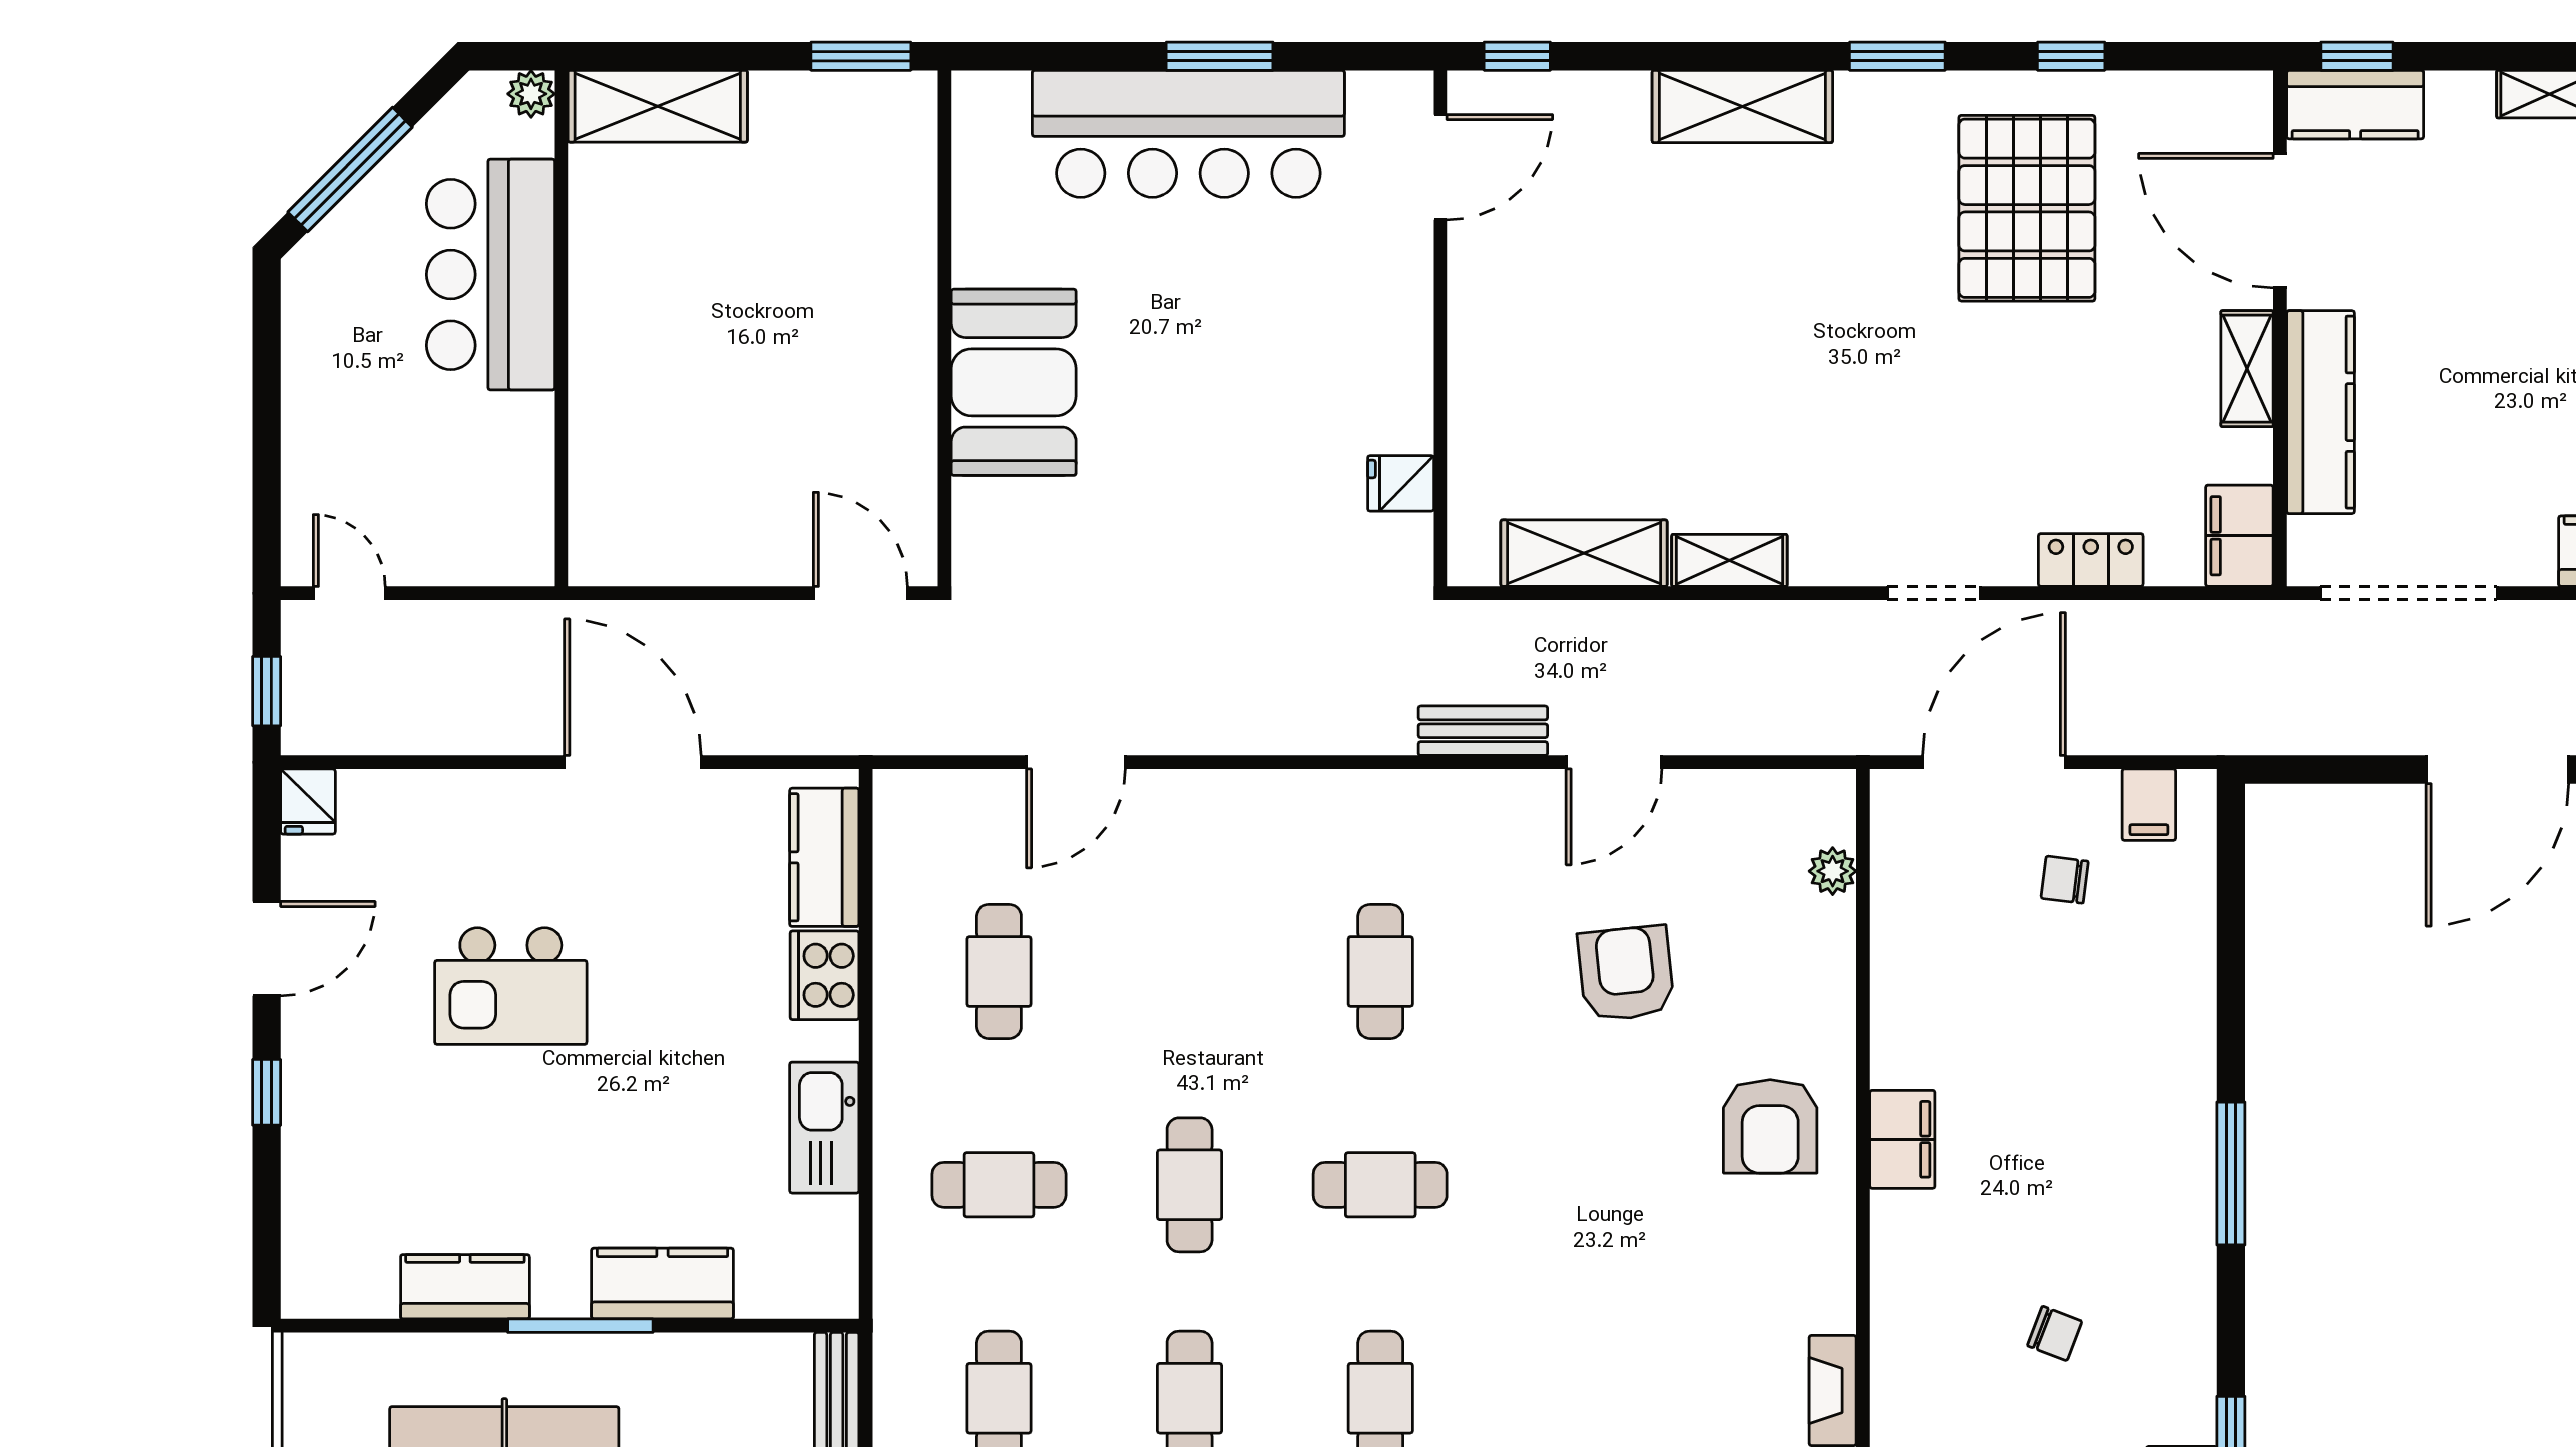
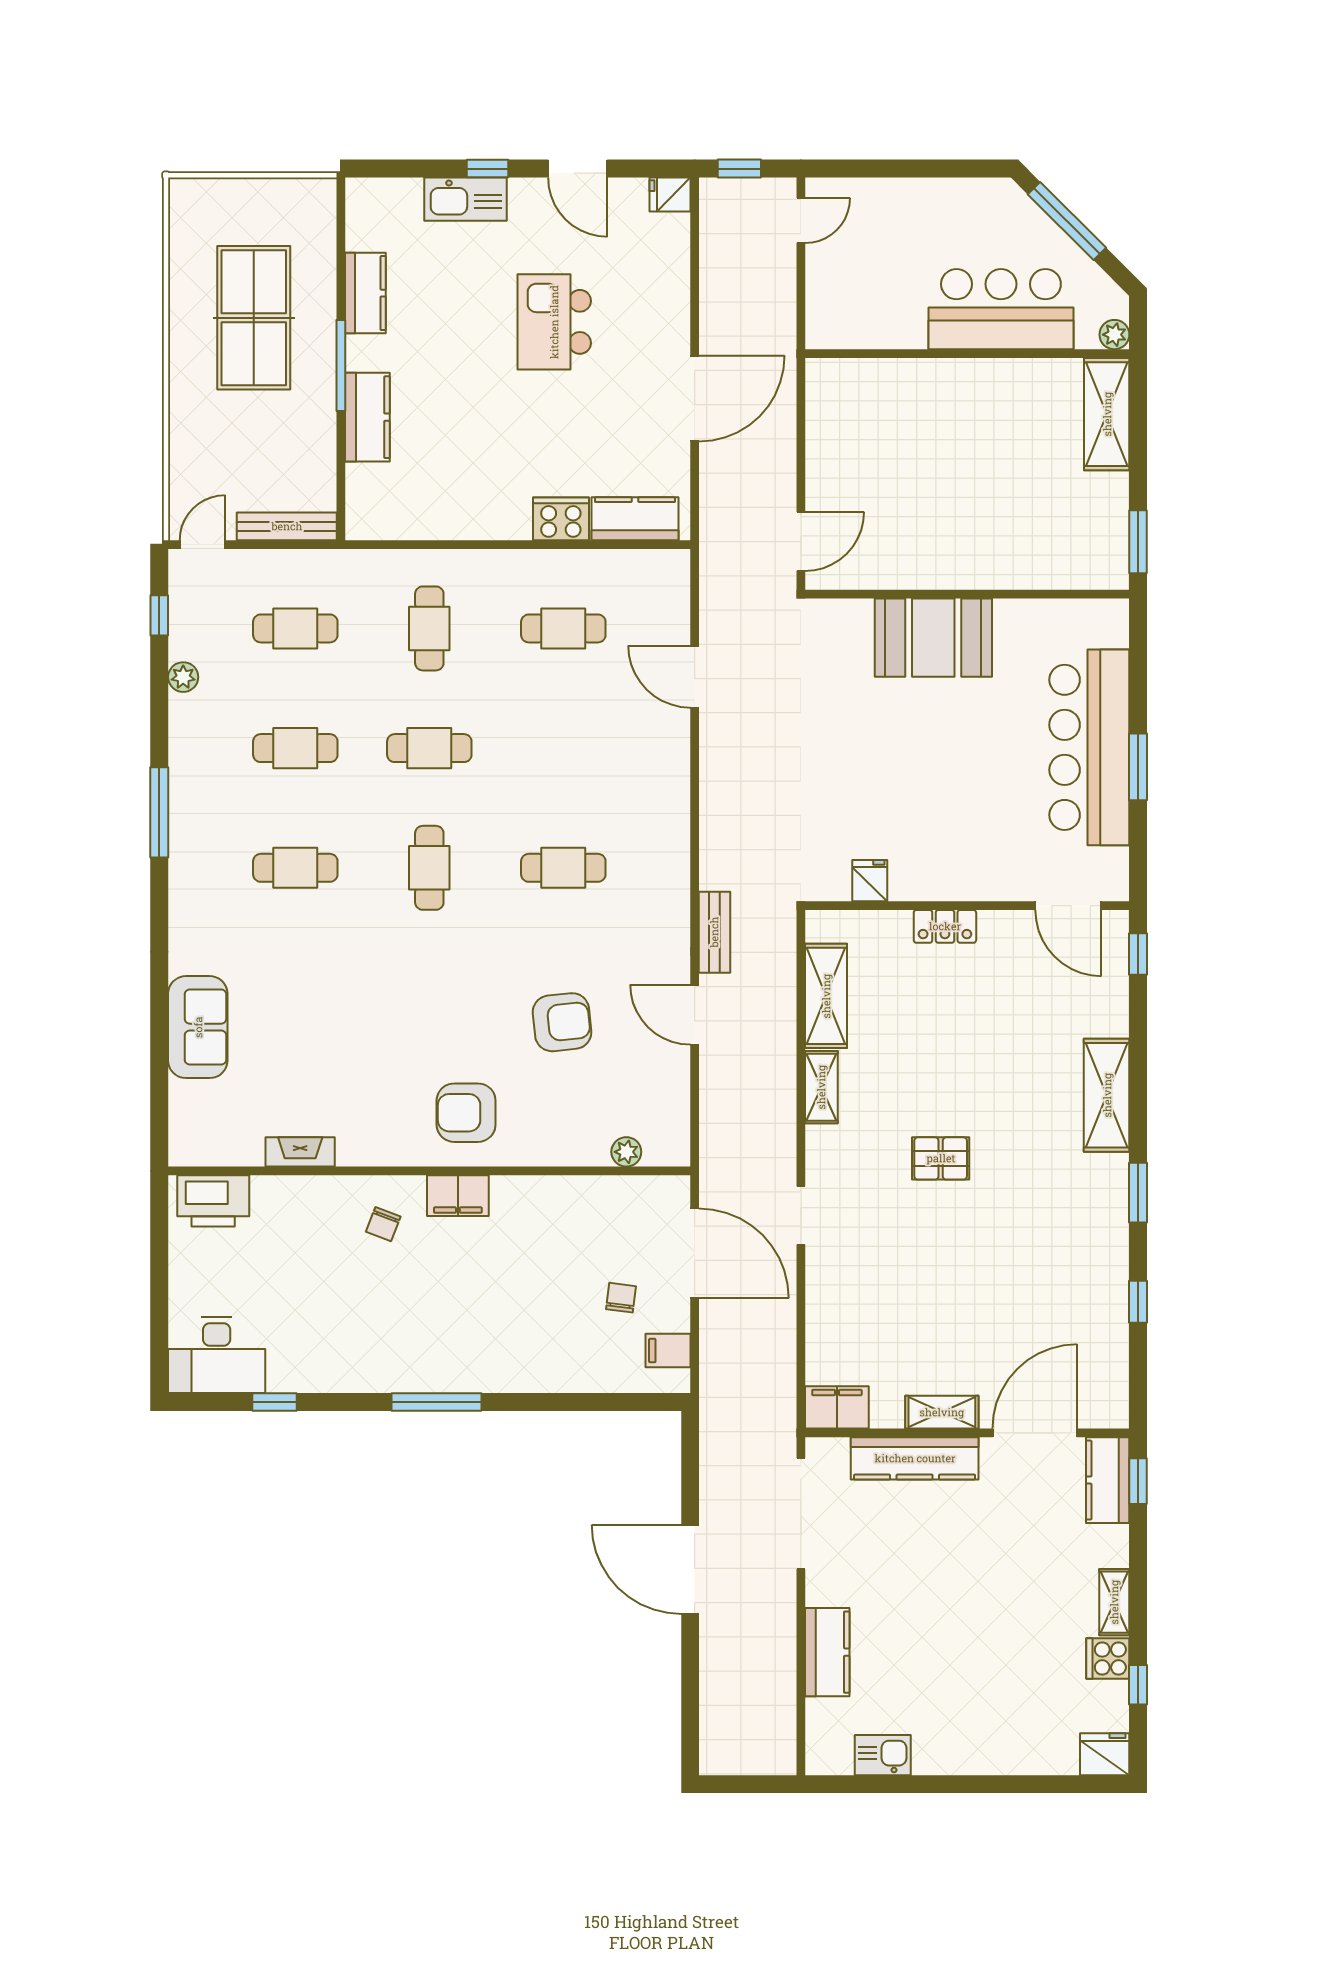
pallet: (2027, 208) -> (941, 1158), moved, width x0.49, depth x0.50
locker: (2091, 560) -> (945, 926), moved, turned 90
kitchen sink: (824, 1128) -> (465, 199), moved, turned 180
chair: (2055, 1333) -> (383, 1224), moved

